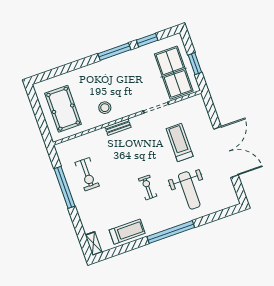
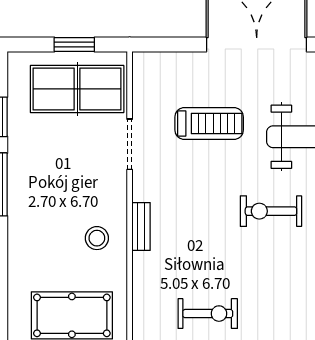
treadmill: (180, 143) -> (209, 123), turned 180
exercise bike: (148, 187) -> (271, 211), width x1.38, depth x1.39

